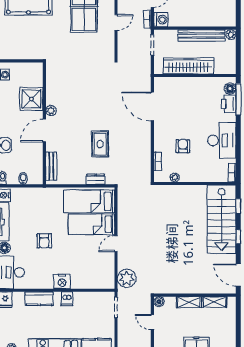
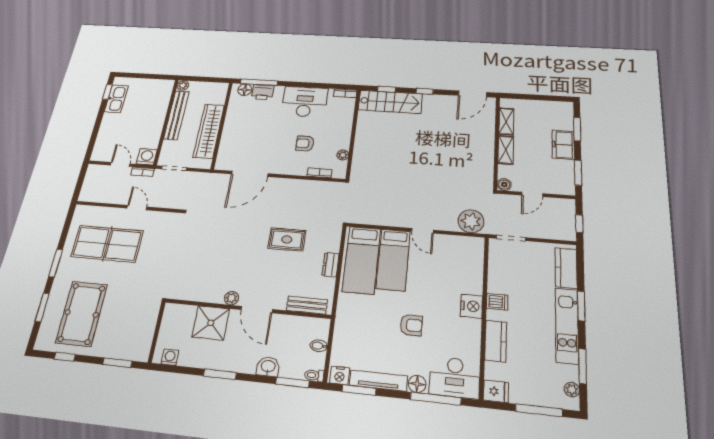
dresser: (96, 179) -> (331, 265), moved
stairs: (222, 219) -> (390, 102), width x0.73, depth x0.66

